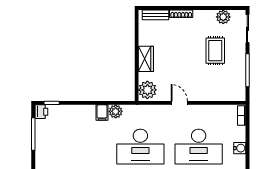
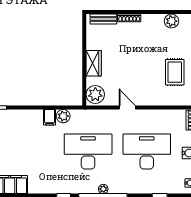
rug: (215, 51) -> (175, 72), moved
desk: (140, 147) -> (88, 152), turned 180
desk: (199, 147) -> (147, 152), turned 180

